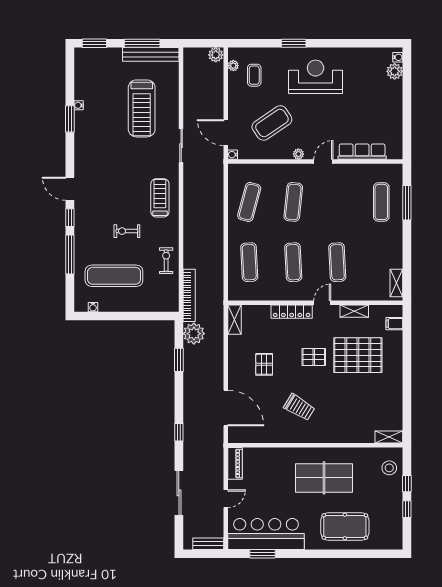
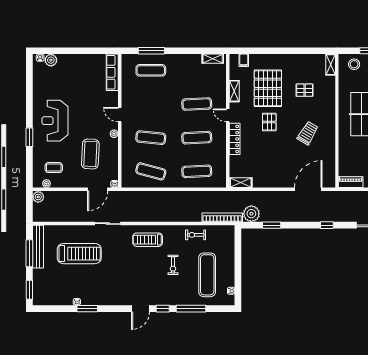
coffee table: (272, 123) -> (90, 154), turned 37
row of seats: (362, 152) -> (112, 72), moved
pallet: (264, 364) -> (305, 90), moved

